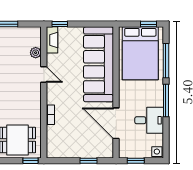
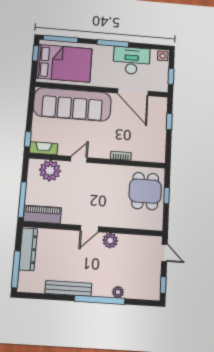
plant: (36, 53) -> (50, 170), width x1.88, depth x1.88
window: (166, 61) -> (61, 39), moved
desk: (149, 120) -> (132, 61), width x1.37
door: (116, 123) -> (133, 92), hinge flipped
window: (31, 161) -> (167, 196), moved

